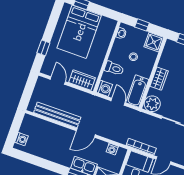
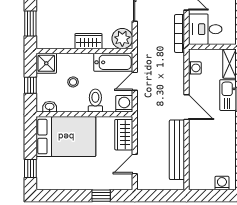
bed: (79, 32) -> (66, 137), moved

